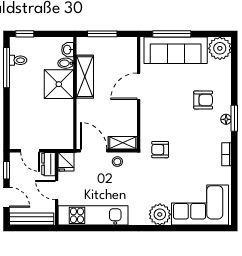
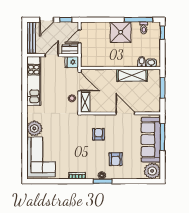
shower: (59, 84) -> (121, 32), moved
armchair: (160, 150) -> (99, 134), moved
door: (94, 151) -> (80, 81), hinge flipped

